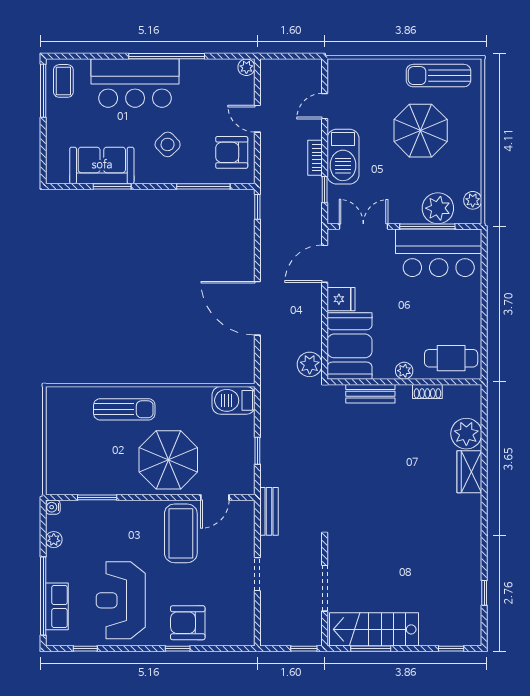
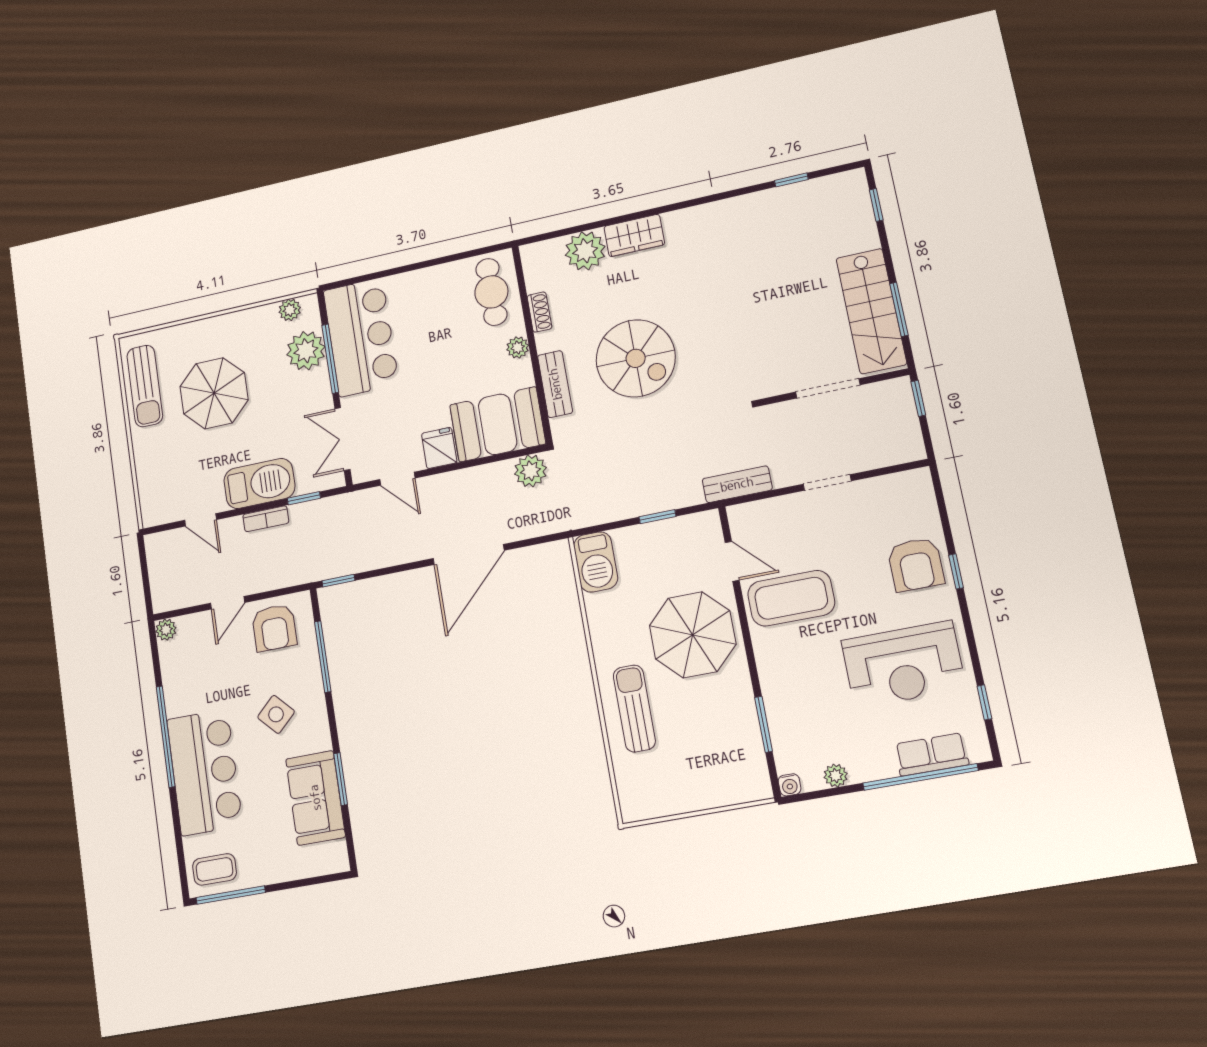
door: (325, 264) -> (397, 479), width x0.73
spiral stairs: (377, 456) -> (636, 358), added

